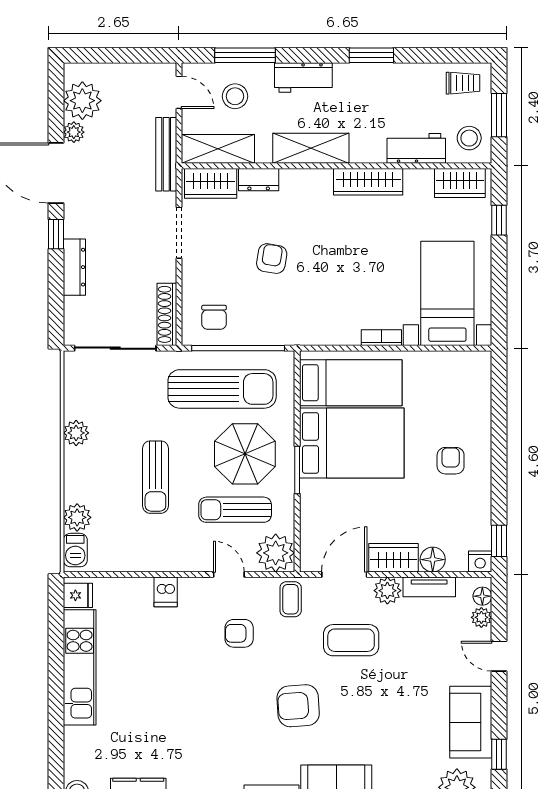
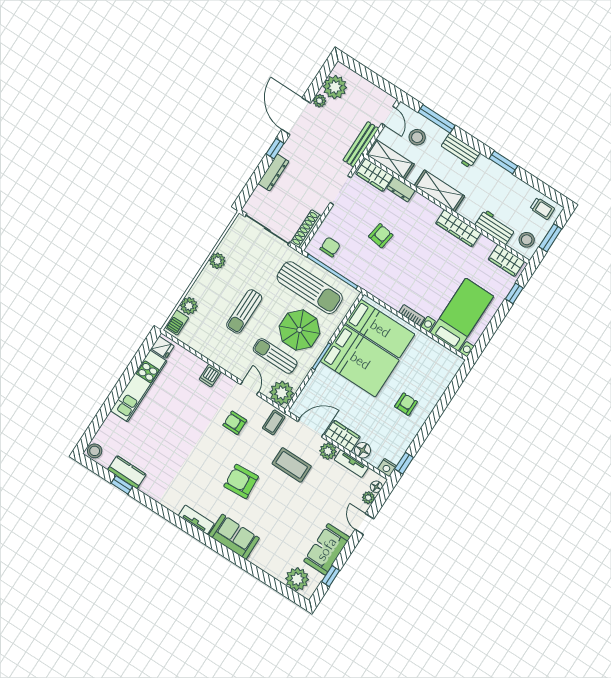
chair: (214, 317) -> (330, 247), turned 180

